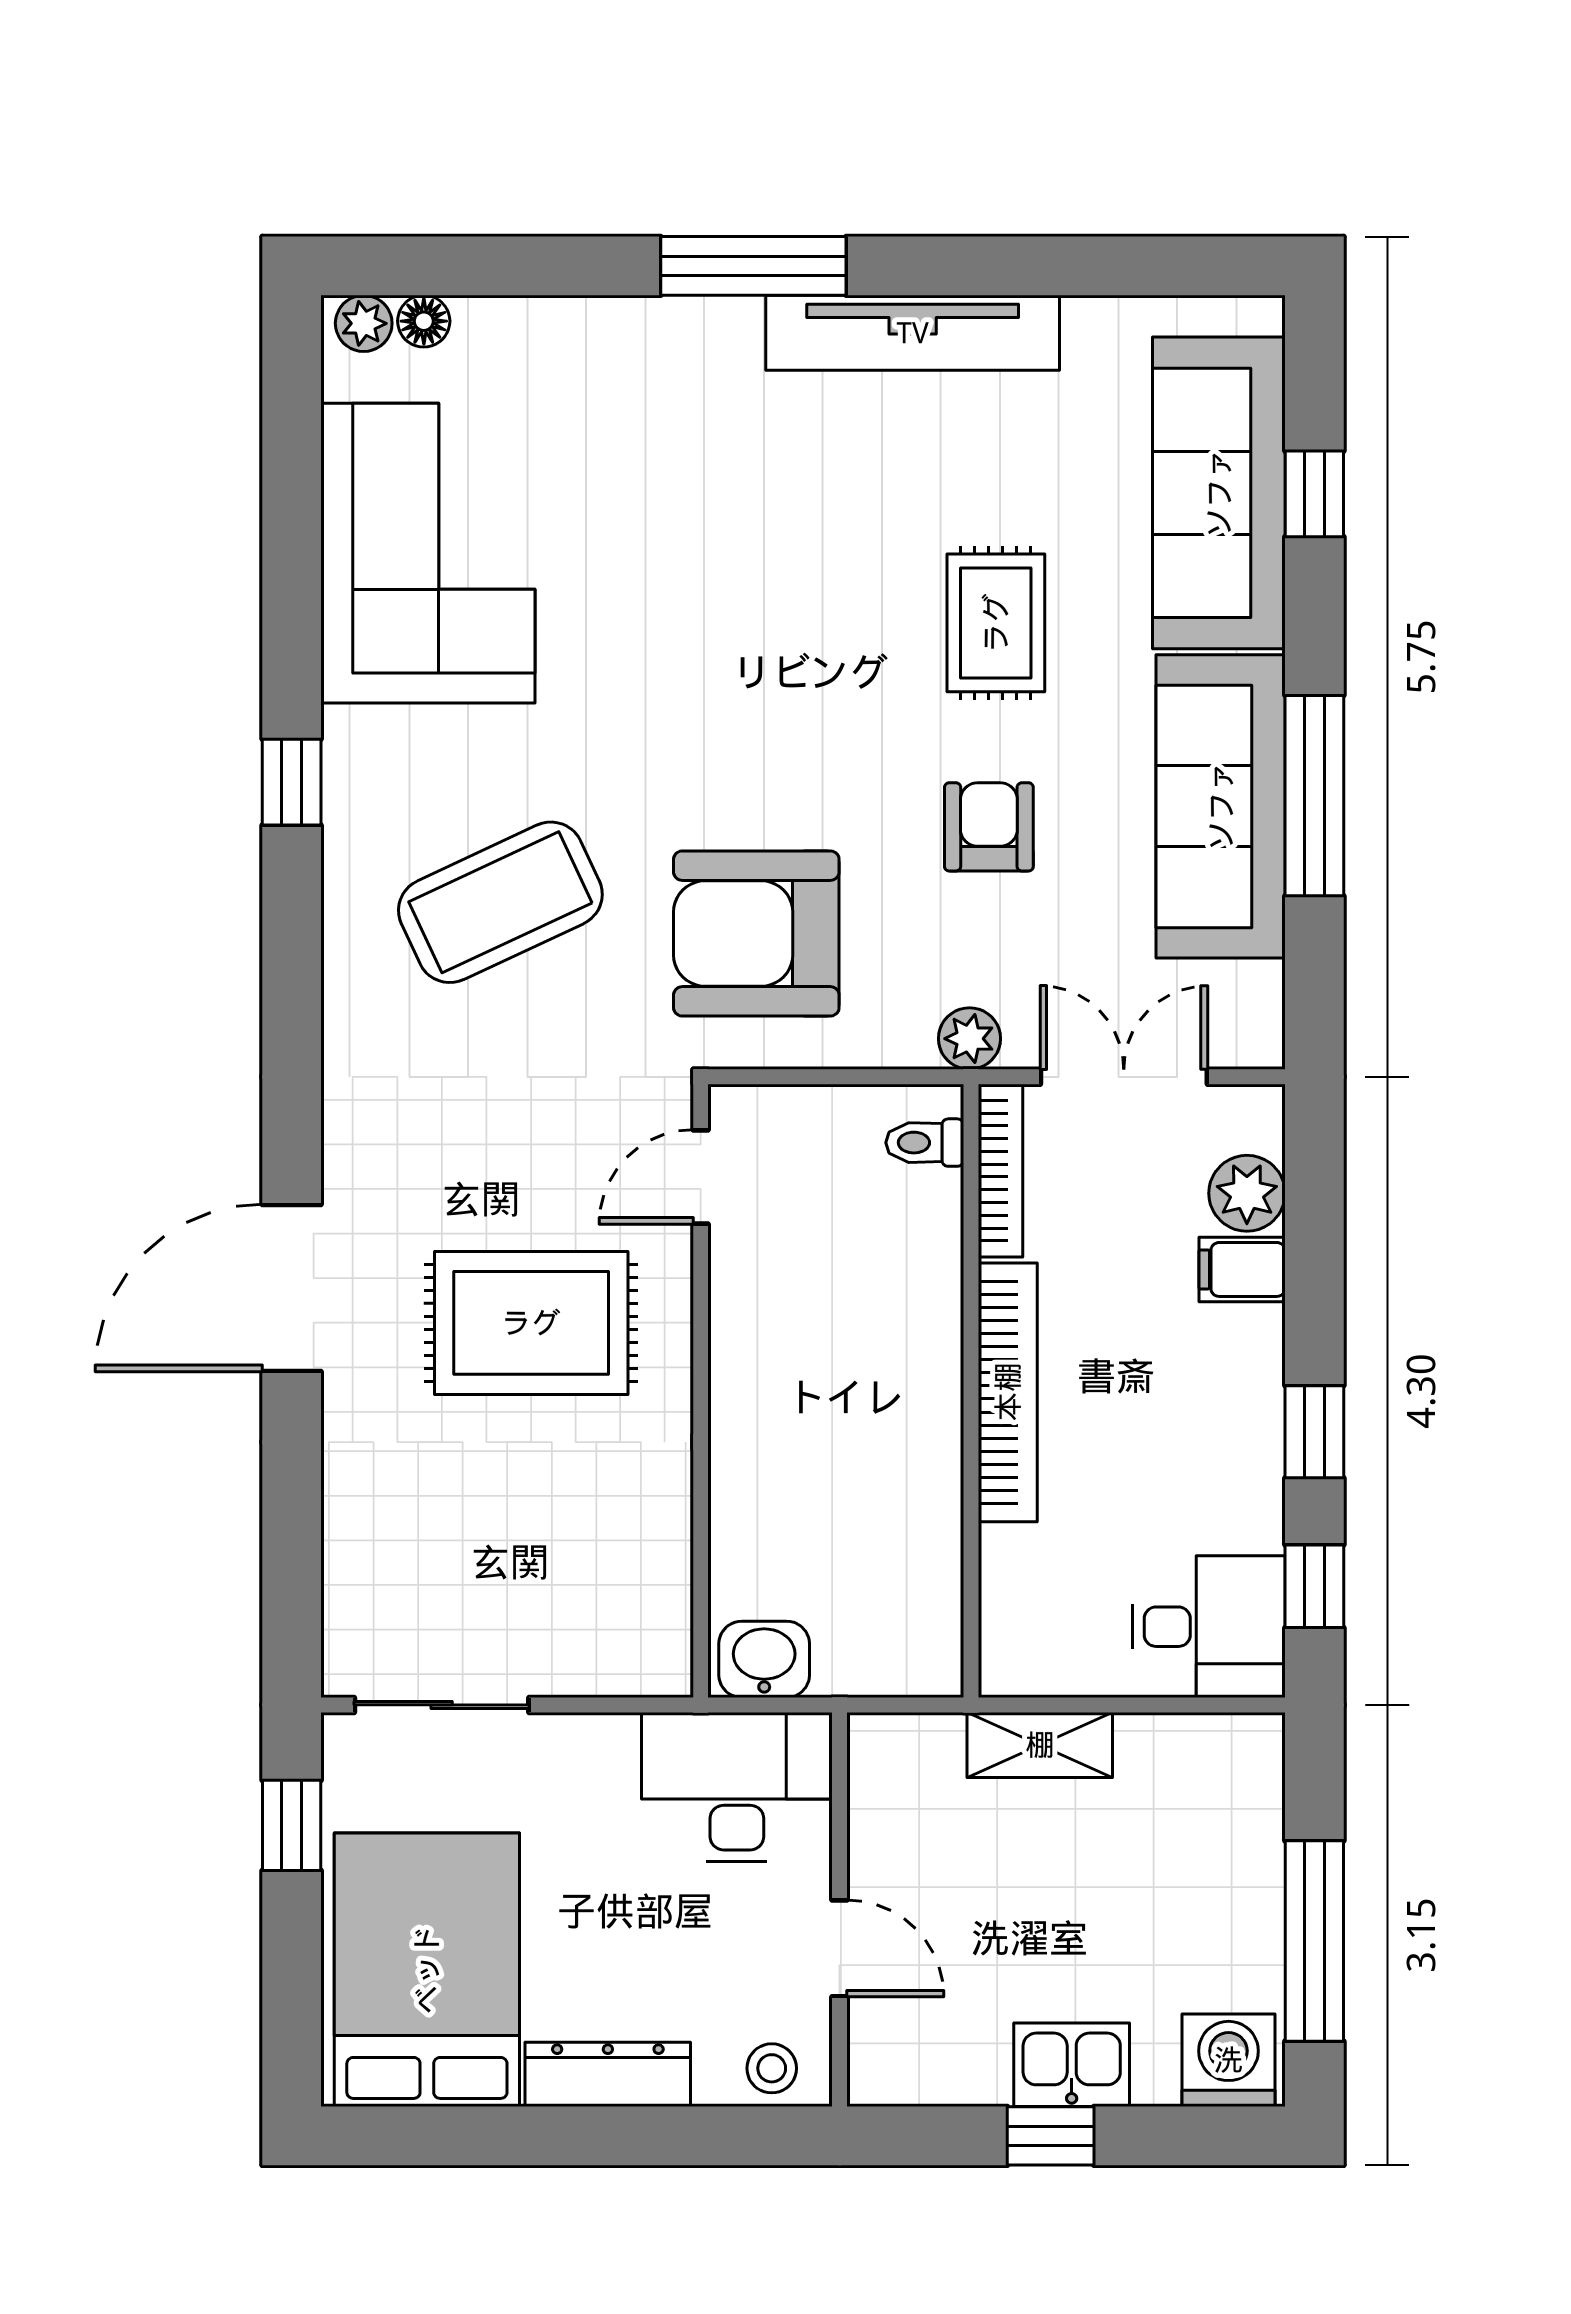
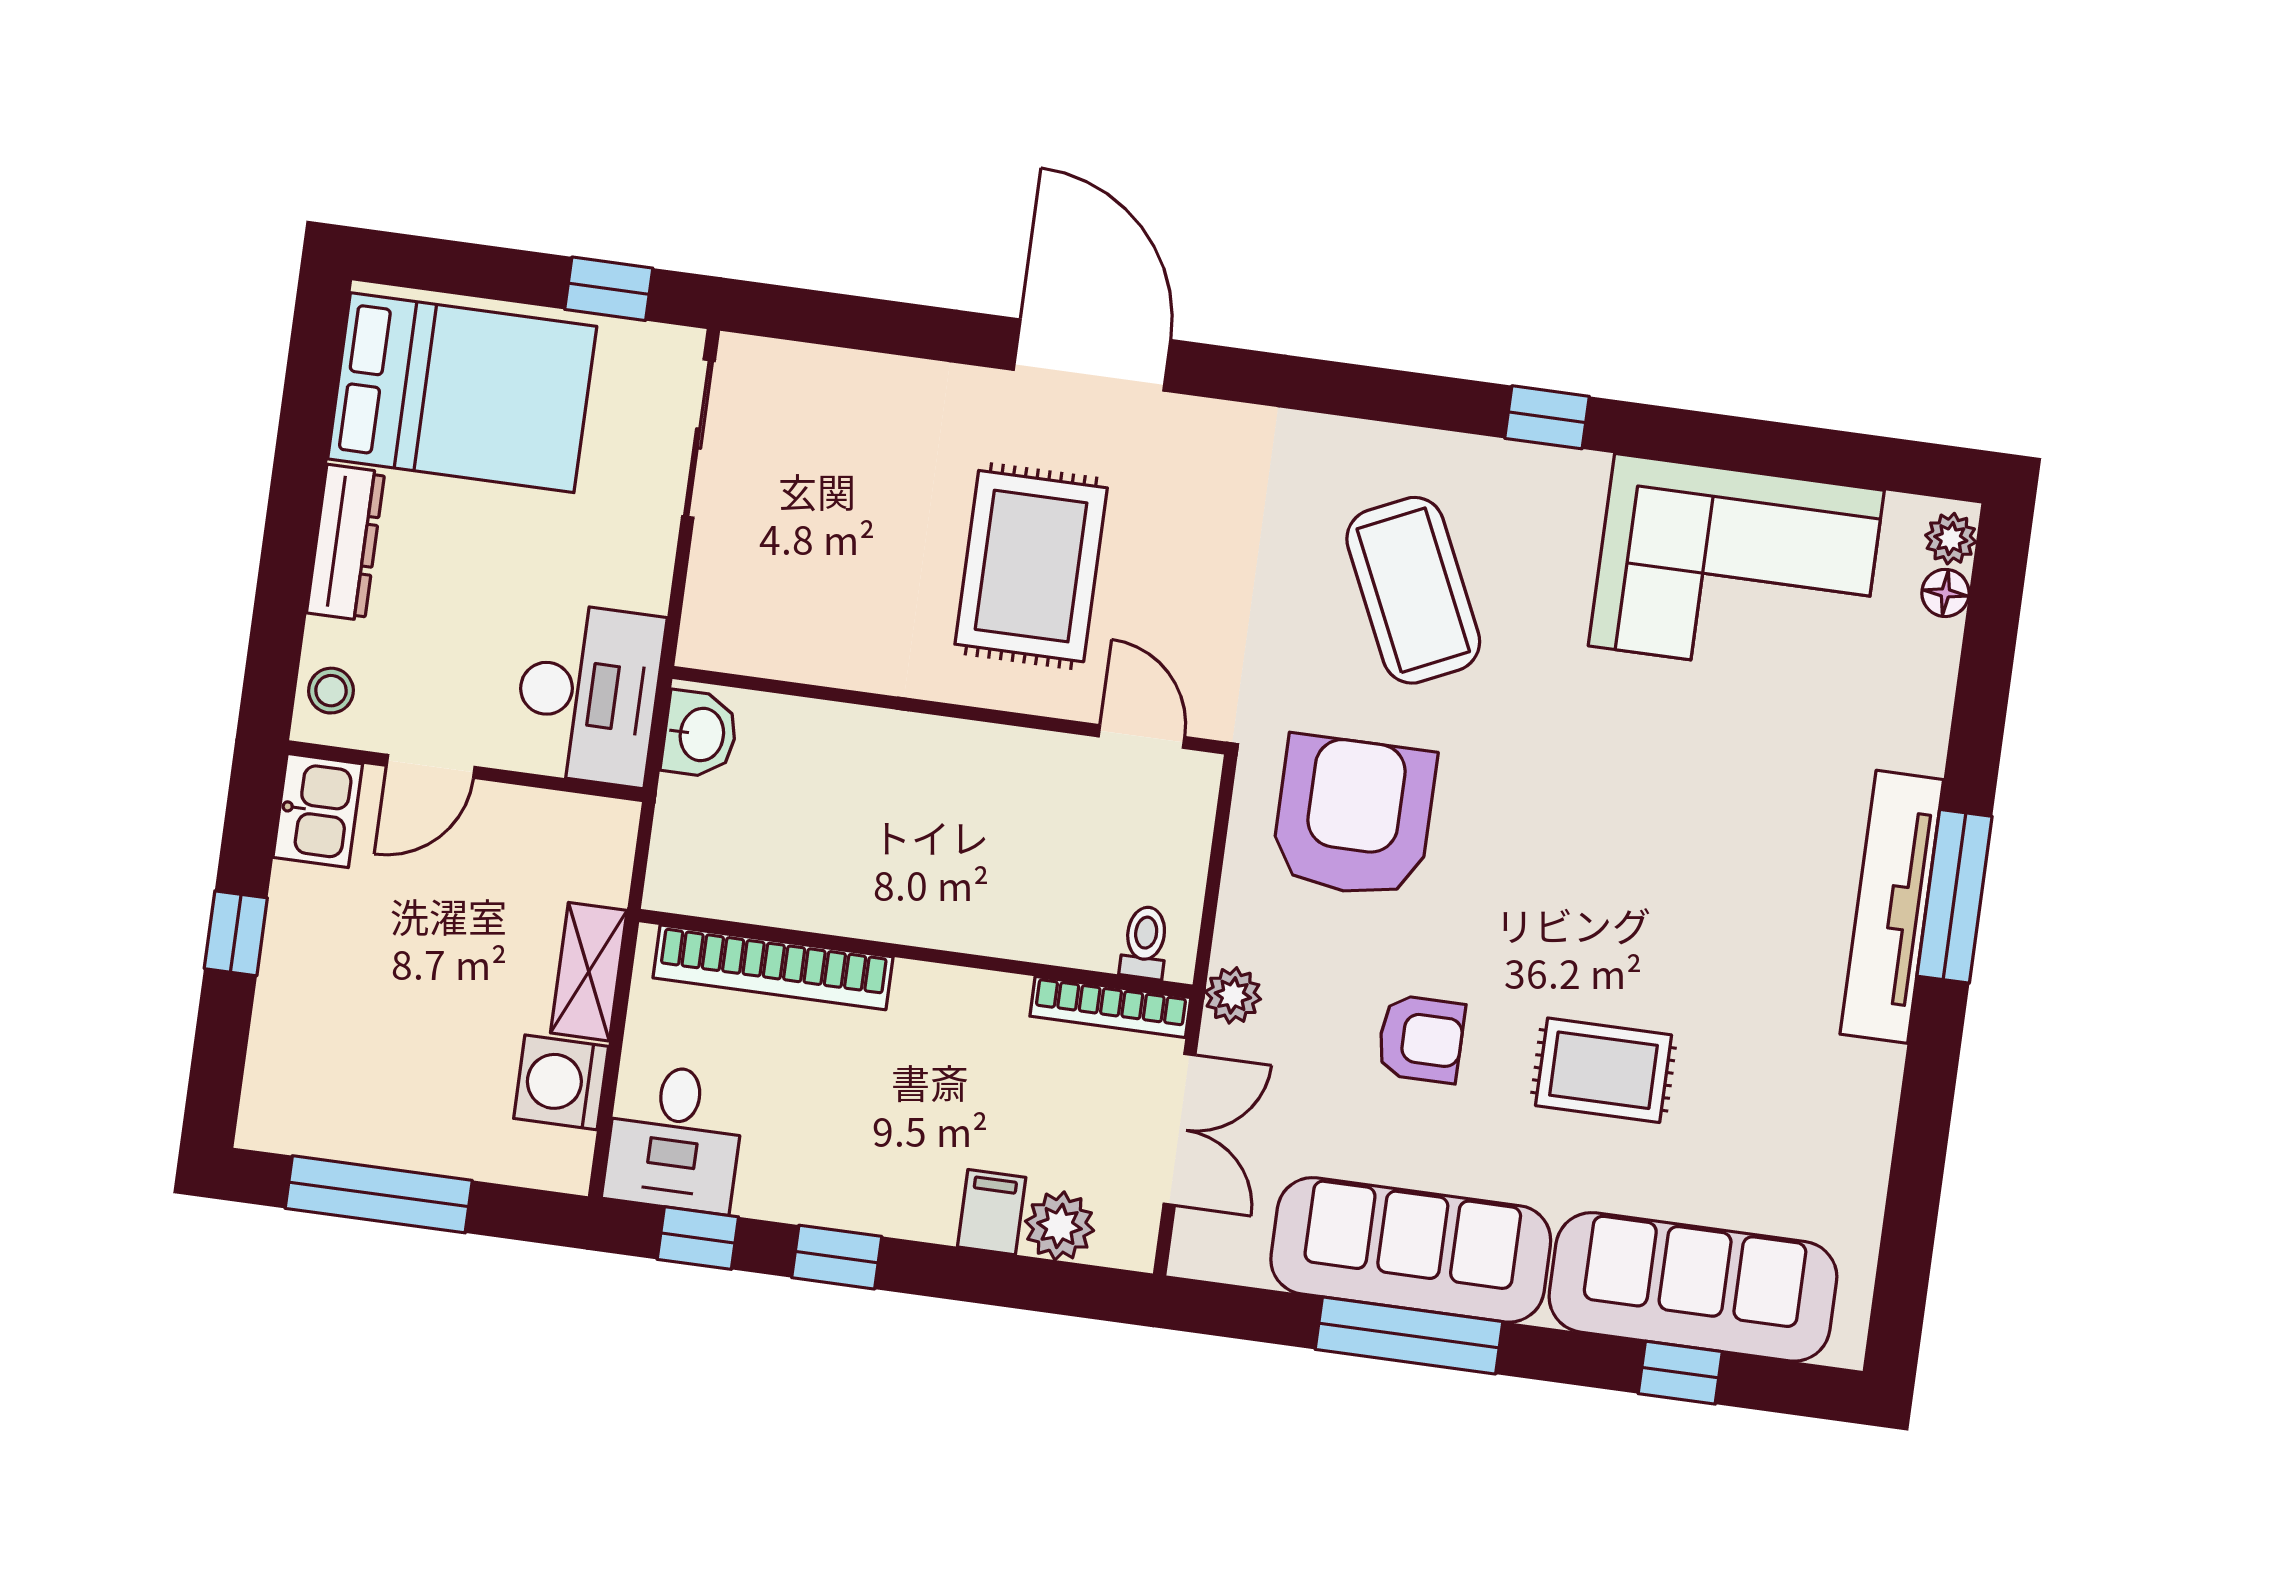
tv unit: (913, 333) -> (1892, 907), moved
bookcase: (1008, 1392) -> (773, 967), moved
washing machine: (1229, 2060) -> (561, 1082), moved, turned 180
kitchen sink: (1072, 2065) -> (318, 811), moved

